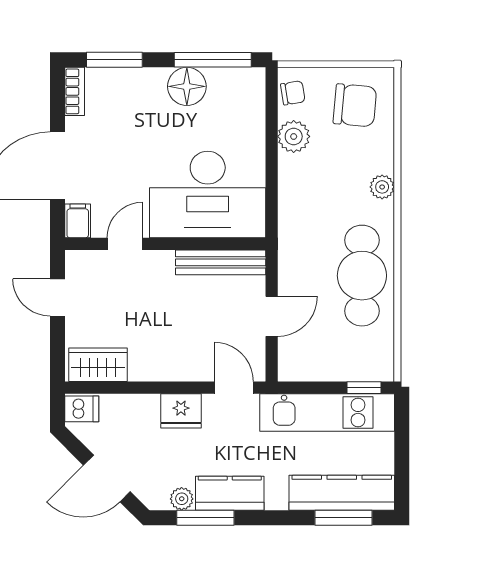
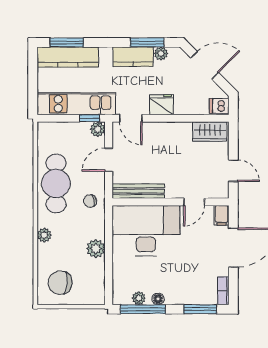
plant: (220, 79) -> (139, 298), added
floor lamp: (187, 86) -> (158, 299), width x0.53, depth x0.53
chair: (293, 93) -> (90, 201), moved
plant: (294, 136) -> (96, 249), moved
plant: (290, 369) -> (98, 129), added
window: (364, 388) -> (89, 118), moved

